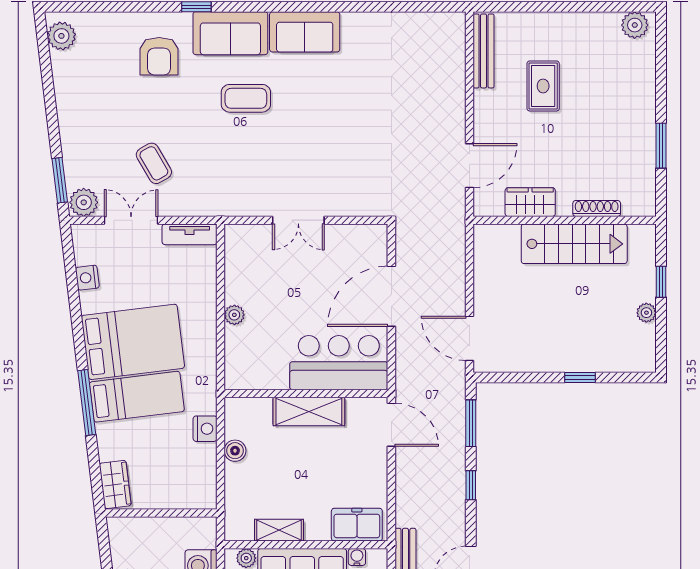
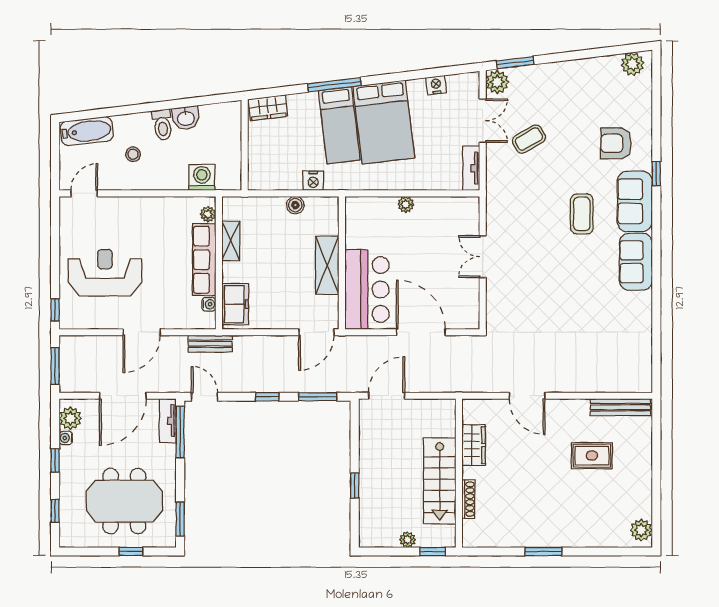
wardrobe: (530, 202) -> (474, 445), moved
shoe rack: (597, 208) -> (468, 499), moved
wall: (565, 220) -> (459, 473), moved
stairs: (574, 244) -> (440, 481), moved

